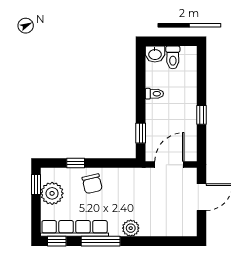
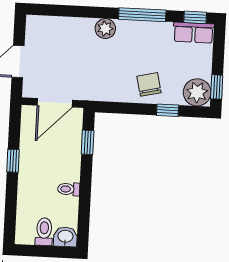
plant: (52, 193) -> (197, 92), moved
row of seats: (75, 228) -> (194, 33), width x0.50

